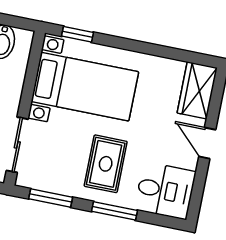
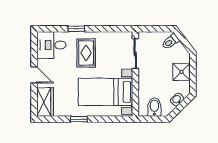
window: (77, 34) -> (79, 119), moved
window: (51, 198) -> (112, 29), removed
window: (114, 211) -> (76, 29), width x0.67

